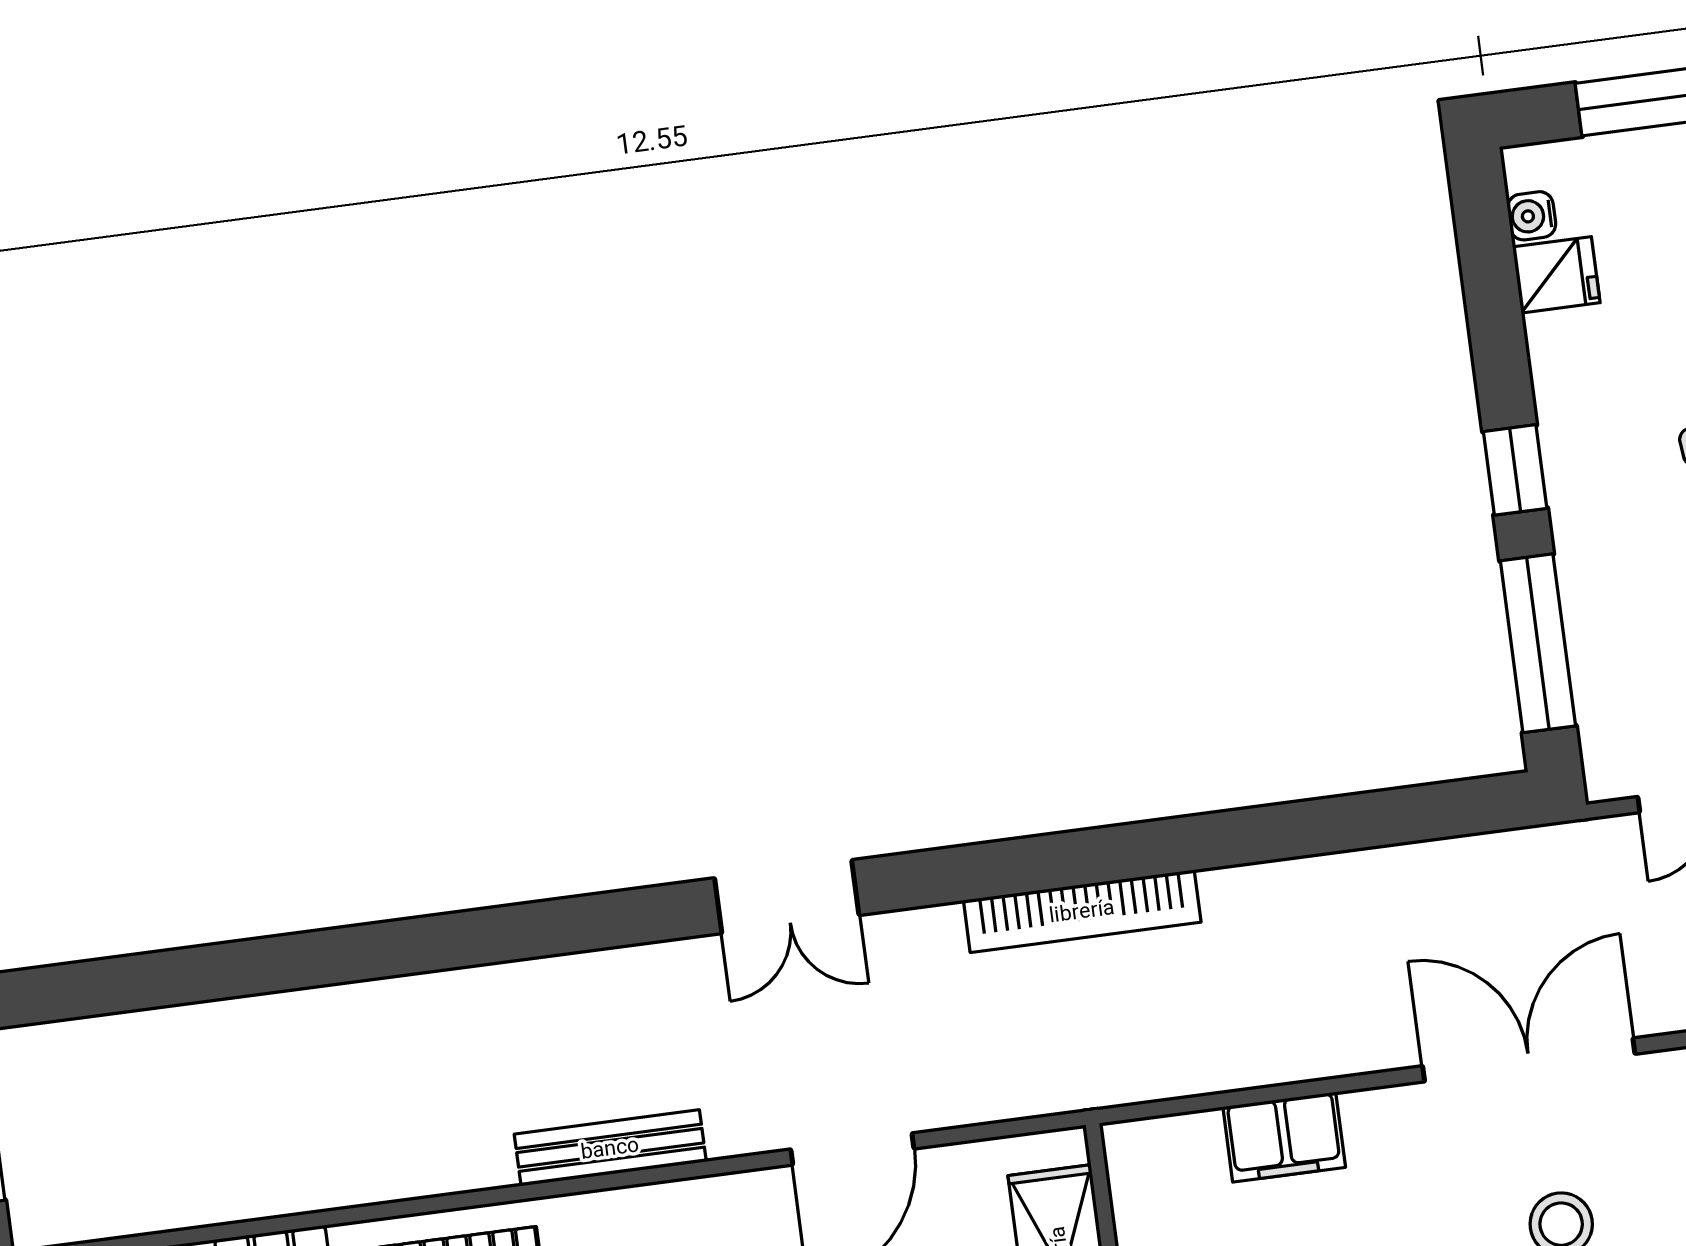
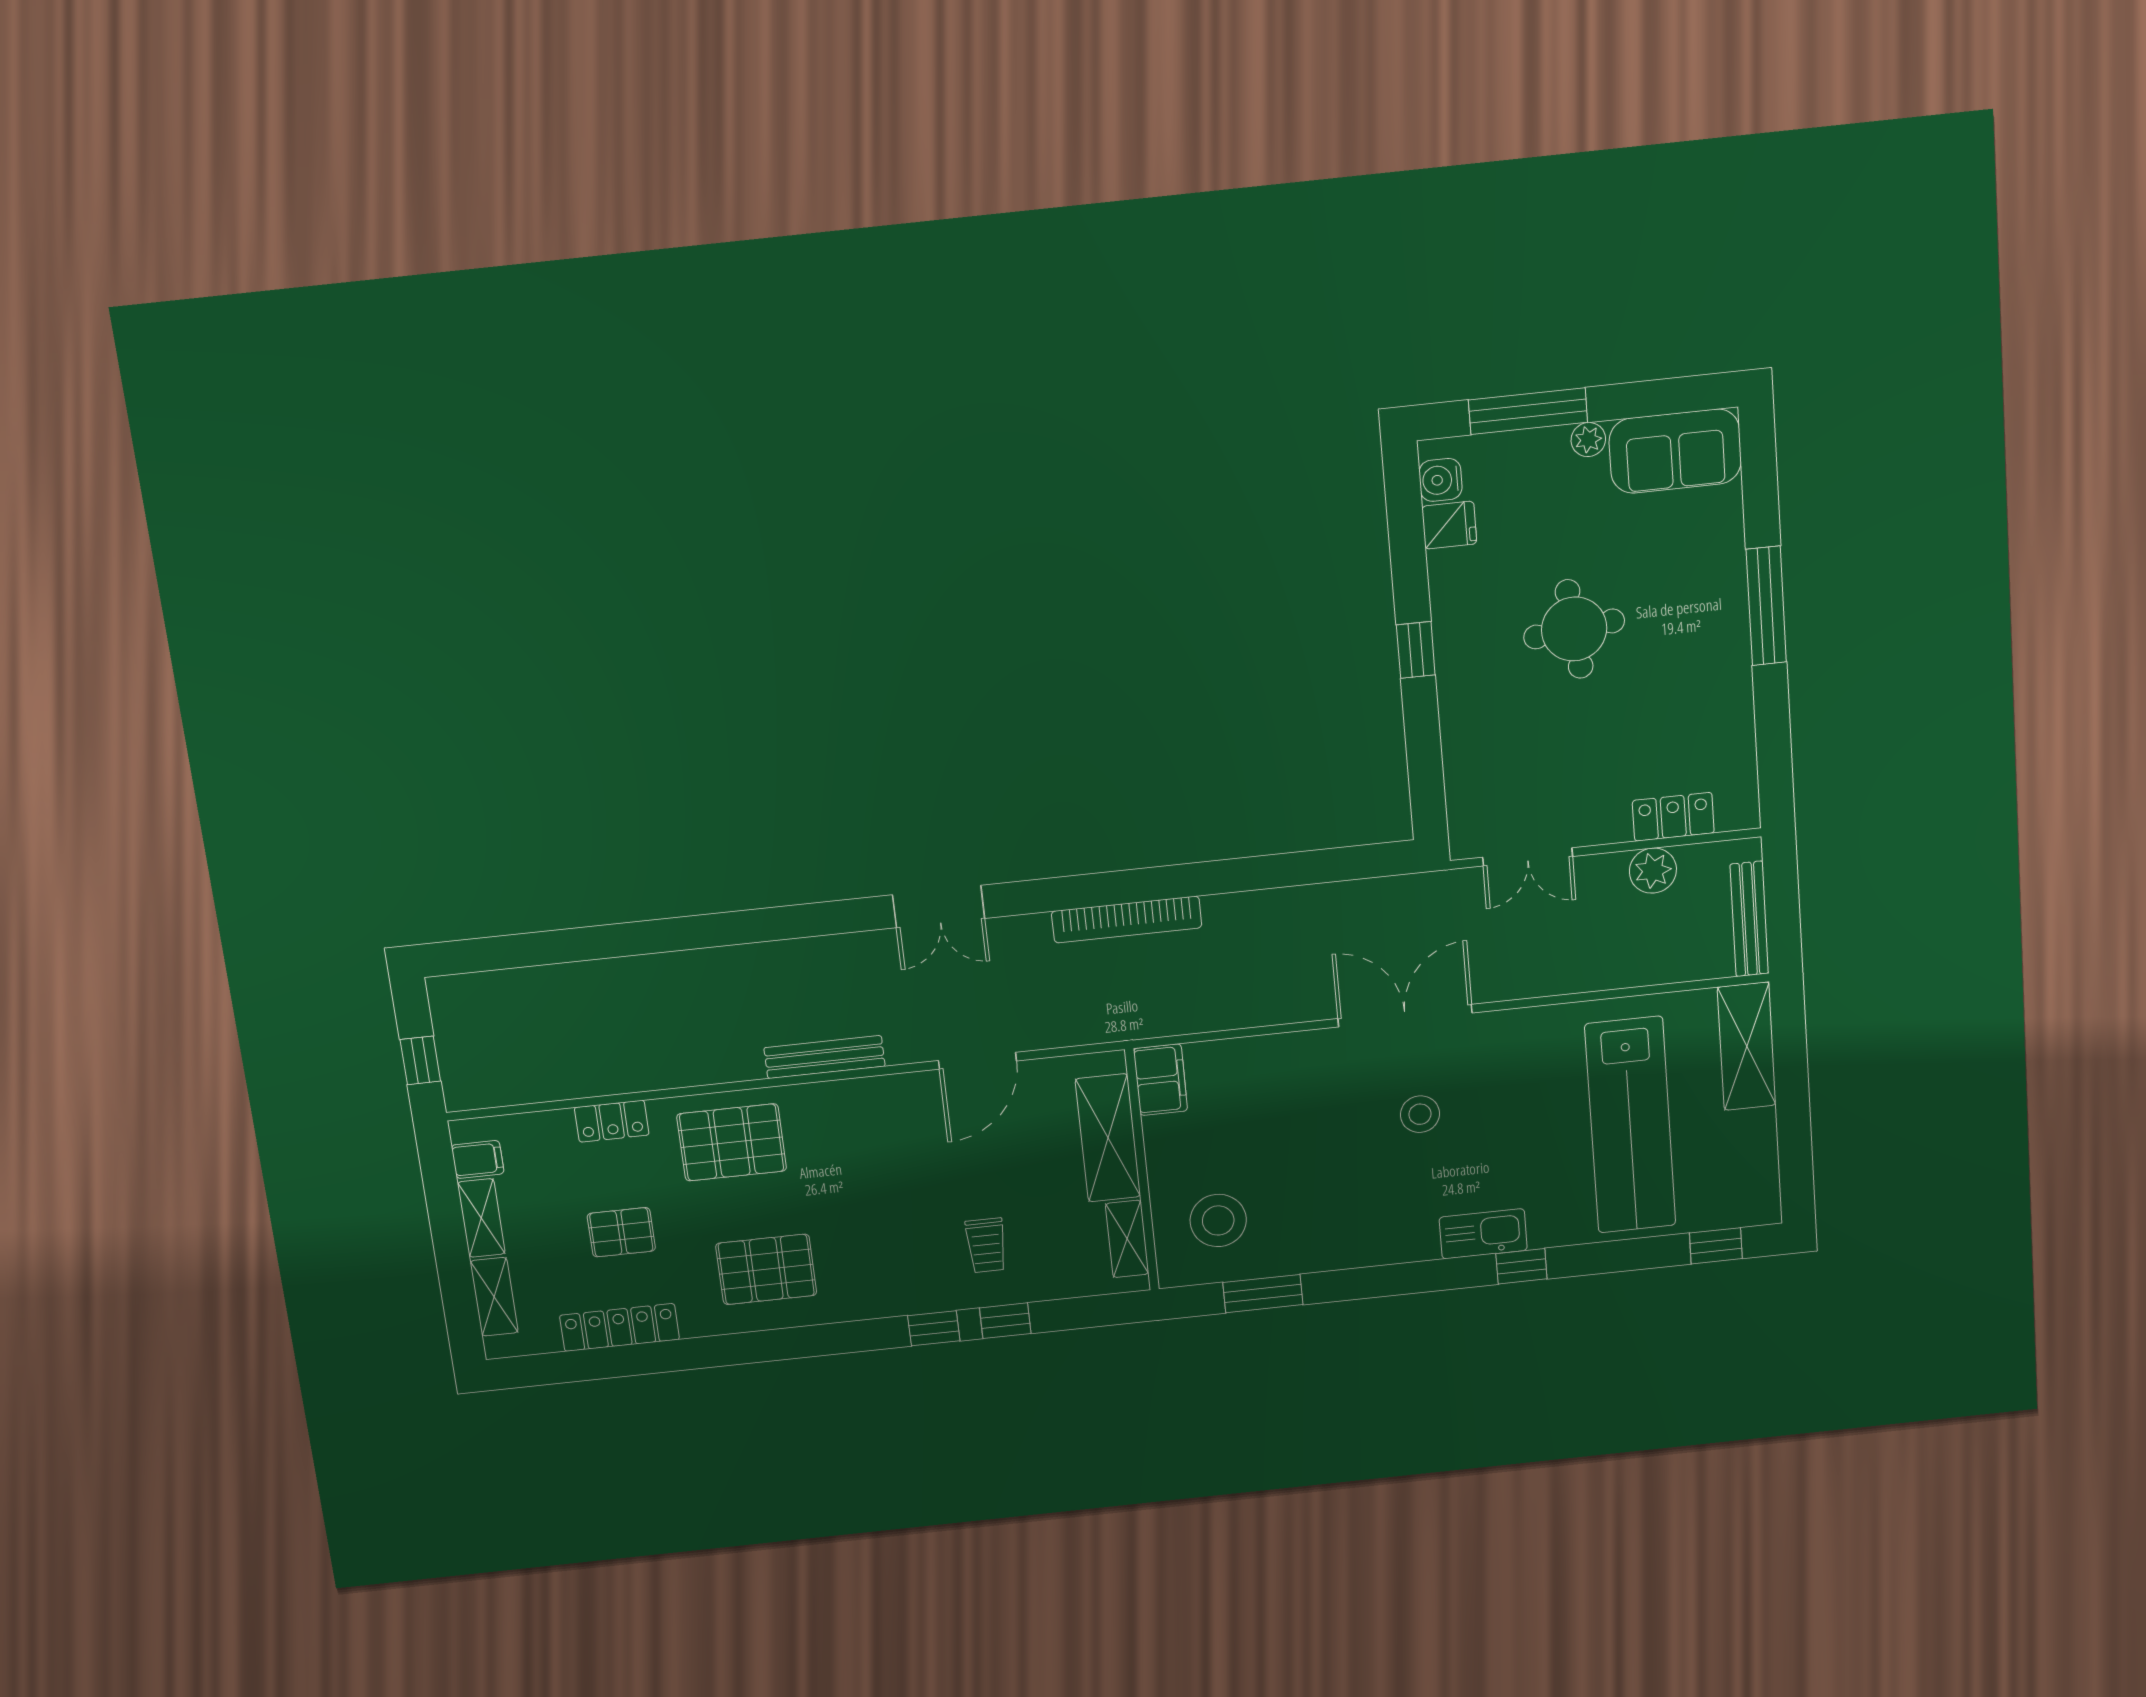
water cooler: (1532, 216) -> (1441, 480), width x1.38, depth x1.38
window: (1538, 643) -> (1425, 760), removed
filing cabinet: (1284, 1137) -> (1161, 1080), moved, turned -90

